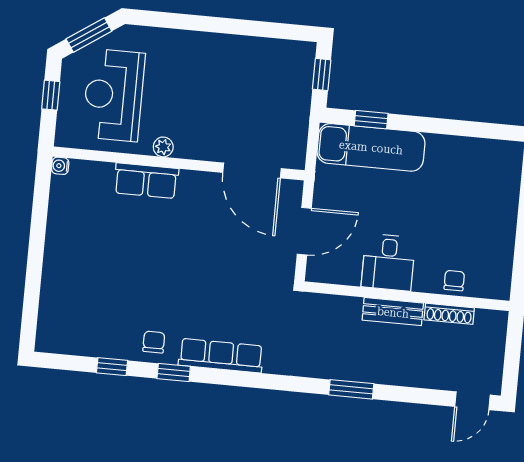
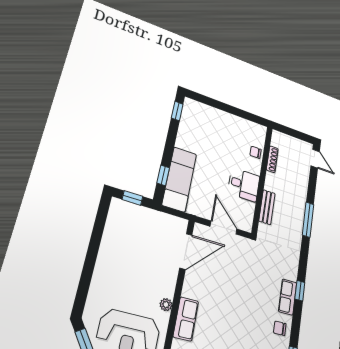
window: (493, 131) -> (177, 111), added
bench: (393, 312) -> (267, 207), moved
row of seats: (221, 356) -> (288, 297), width x0.68
window: (174, 372) -> (300, 291), moved
window: (351, 389) -> (308, 220), width x1.44

